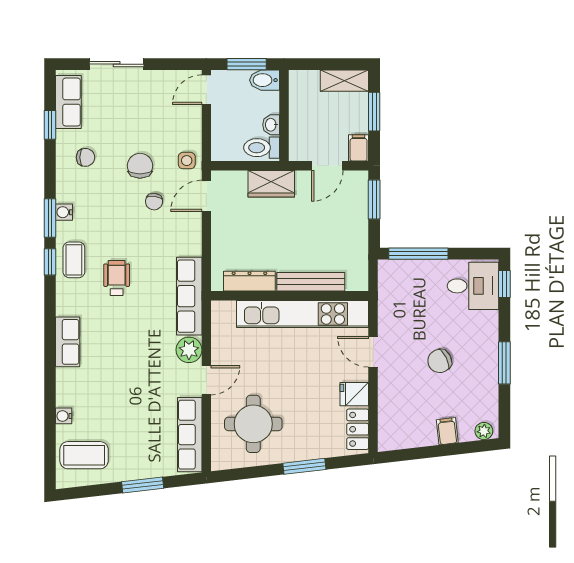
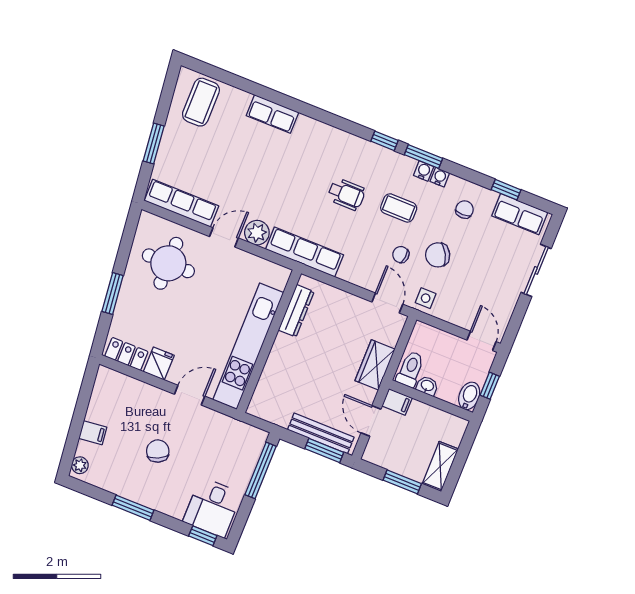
window: (247, 64) -> (490, 386), width x0.67
filing cabinet: (359, 148) -> (397, 402), moved
chair: (85, 157) -> (464, 210), turned 180
chair: (140, 166) -> (438, 255), turned 152
coffee table: (74, 260) -> (399, 208), moved
bench: (311, 282) -> (321, 433), moved, turned 90
row of seats: (68, 342) -> (272, 114), moved
door: (206, 380) -> (224, 237), swing flipped
water cooler: (64, 416) -> (440, 177), moved

